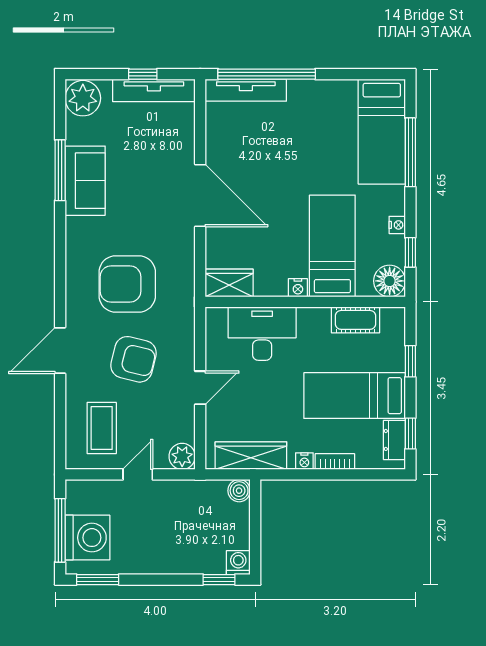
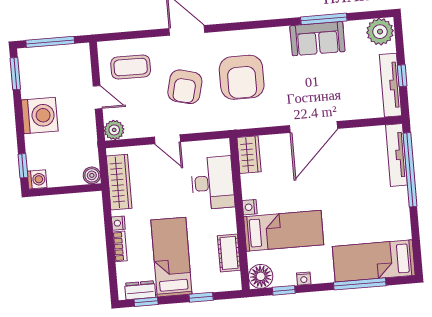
armchair: (127, 284) -> (242, 77), turned 180
washing machine: (87, 538) -> (40, 116), moved, turned -90

